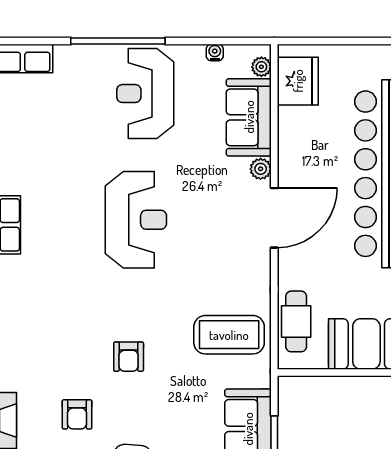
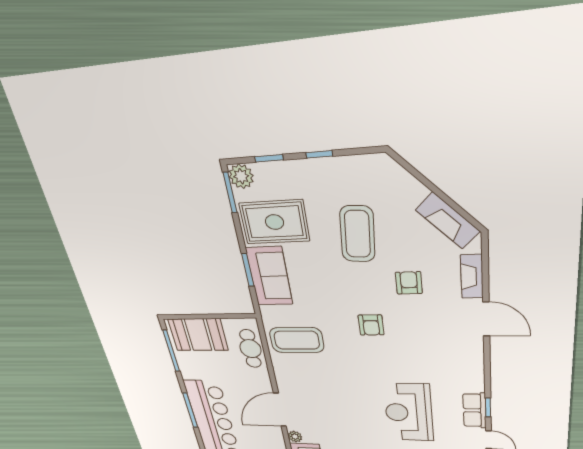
reception desk: (136, 220) -> (409, 413), moved
armchair: (129, 357) -> (371, 325), turned 180

